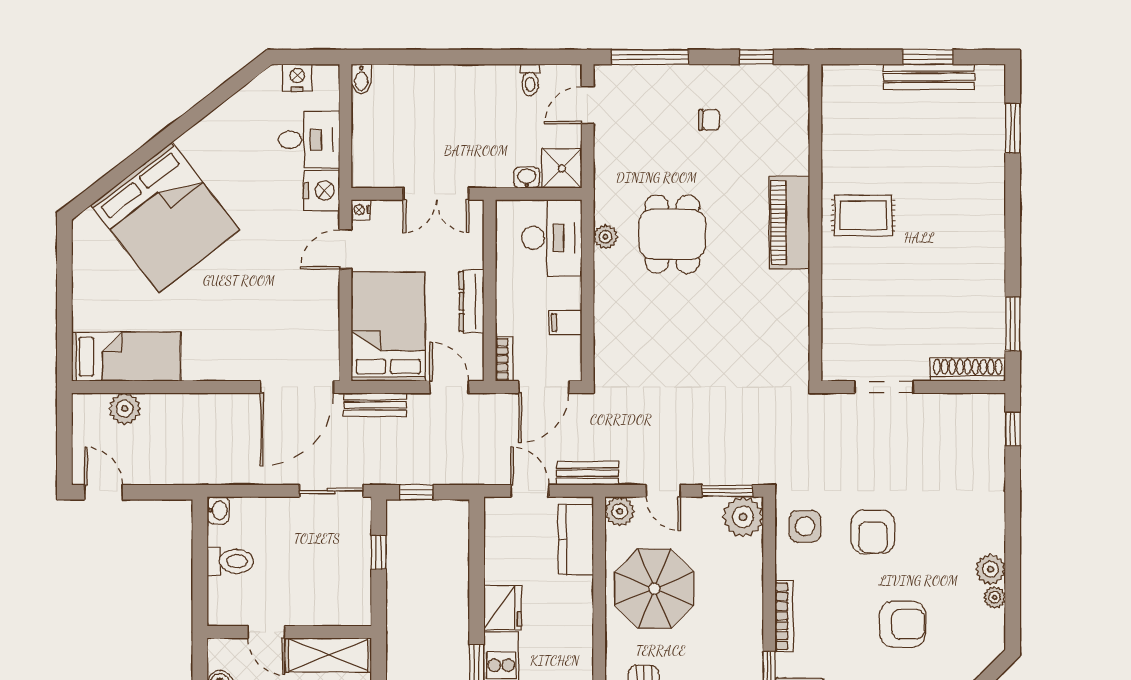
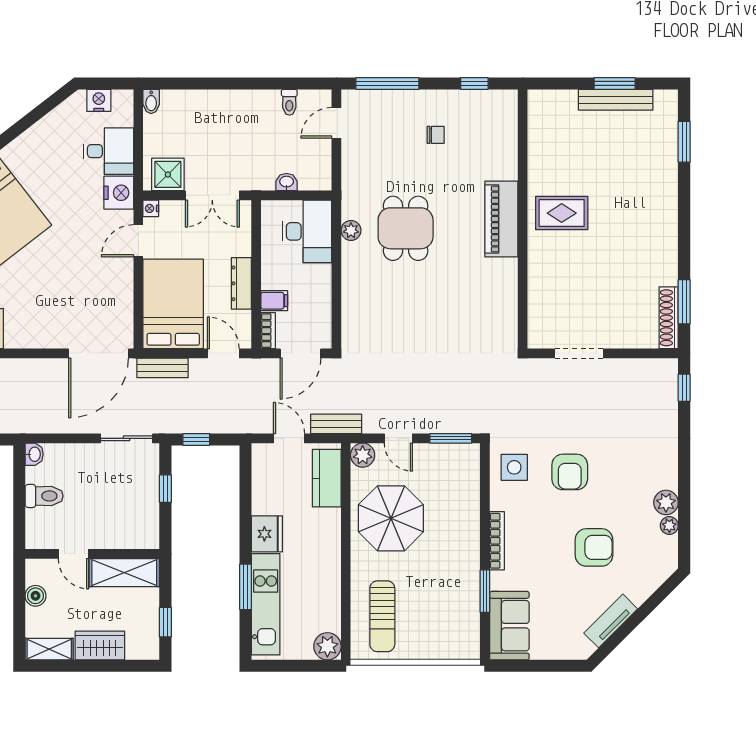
shower: (562, 168) -> (168, 174), moved
filing cabinet: (566, 323) -> (274, 301), moved, turned 180
shoe rack: (968, 370) -> (669, 318), moved, turned -90
plant: (743, 517) -> (464, 460), removed

